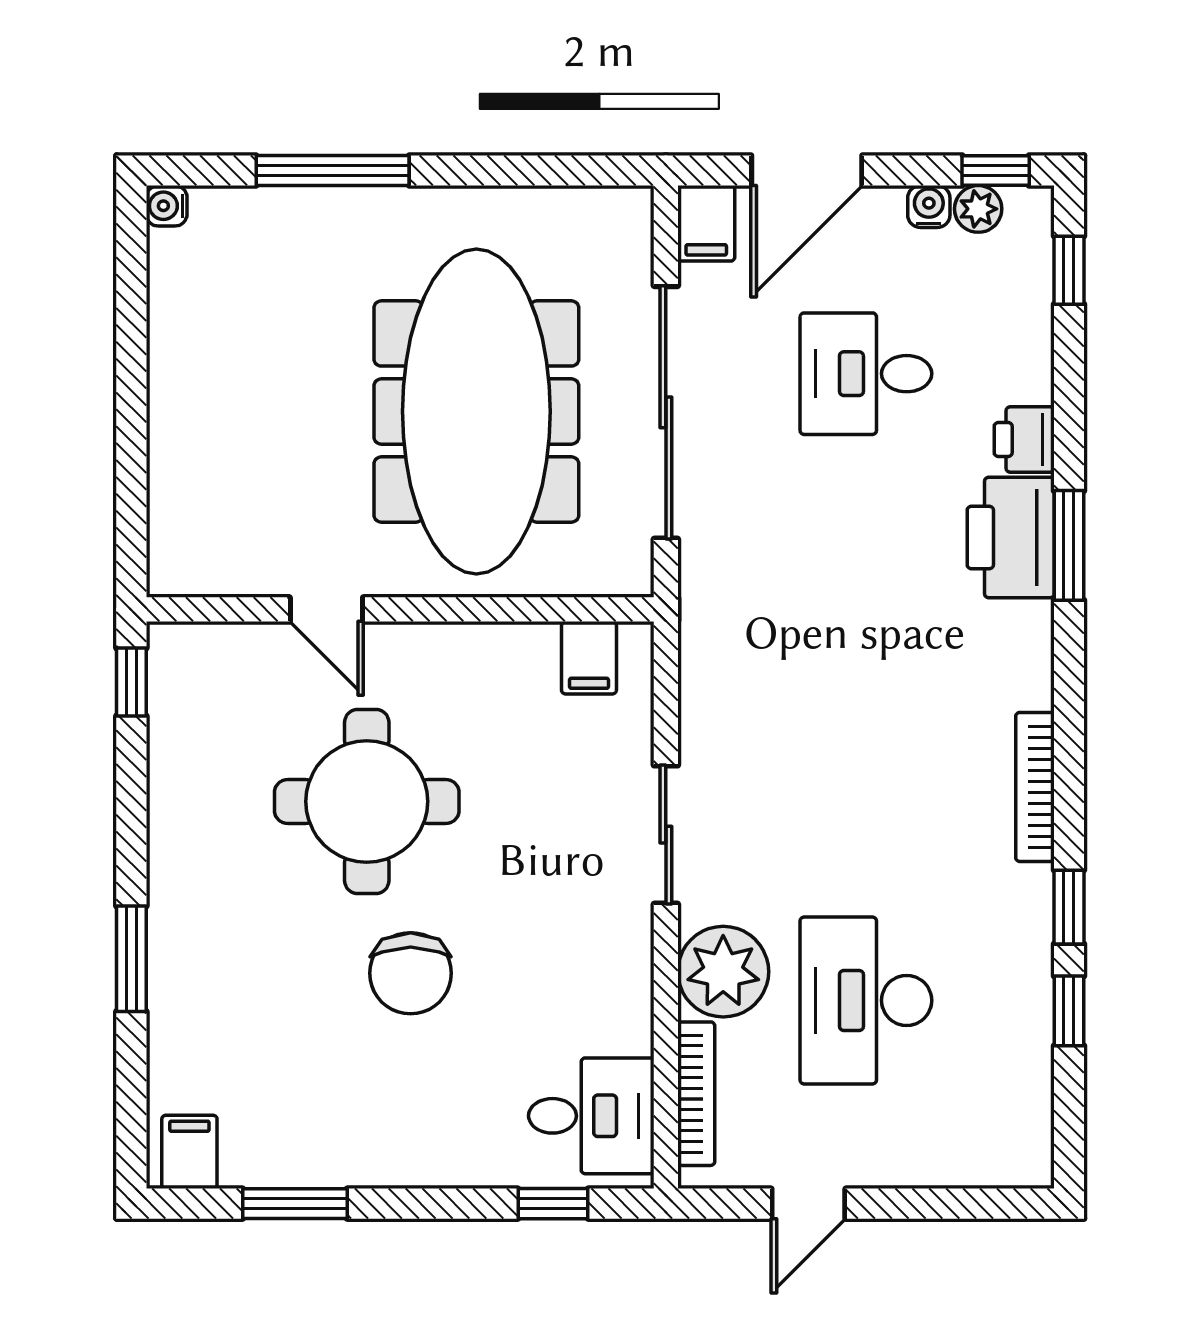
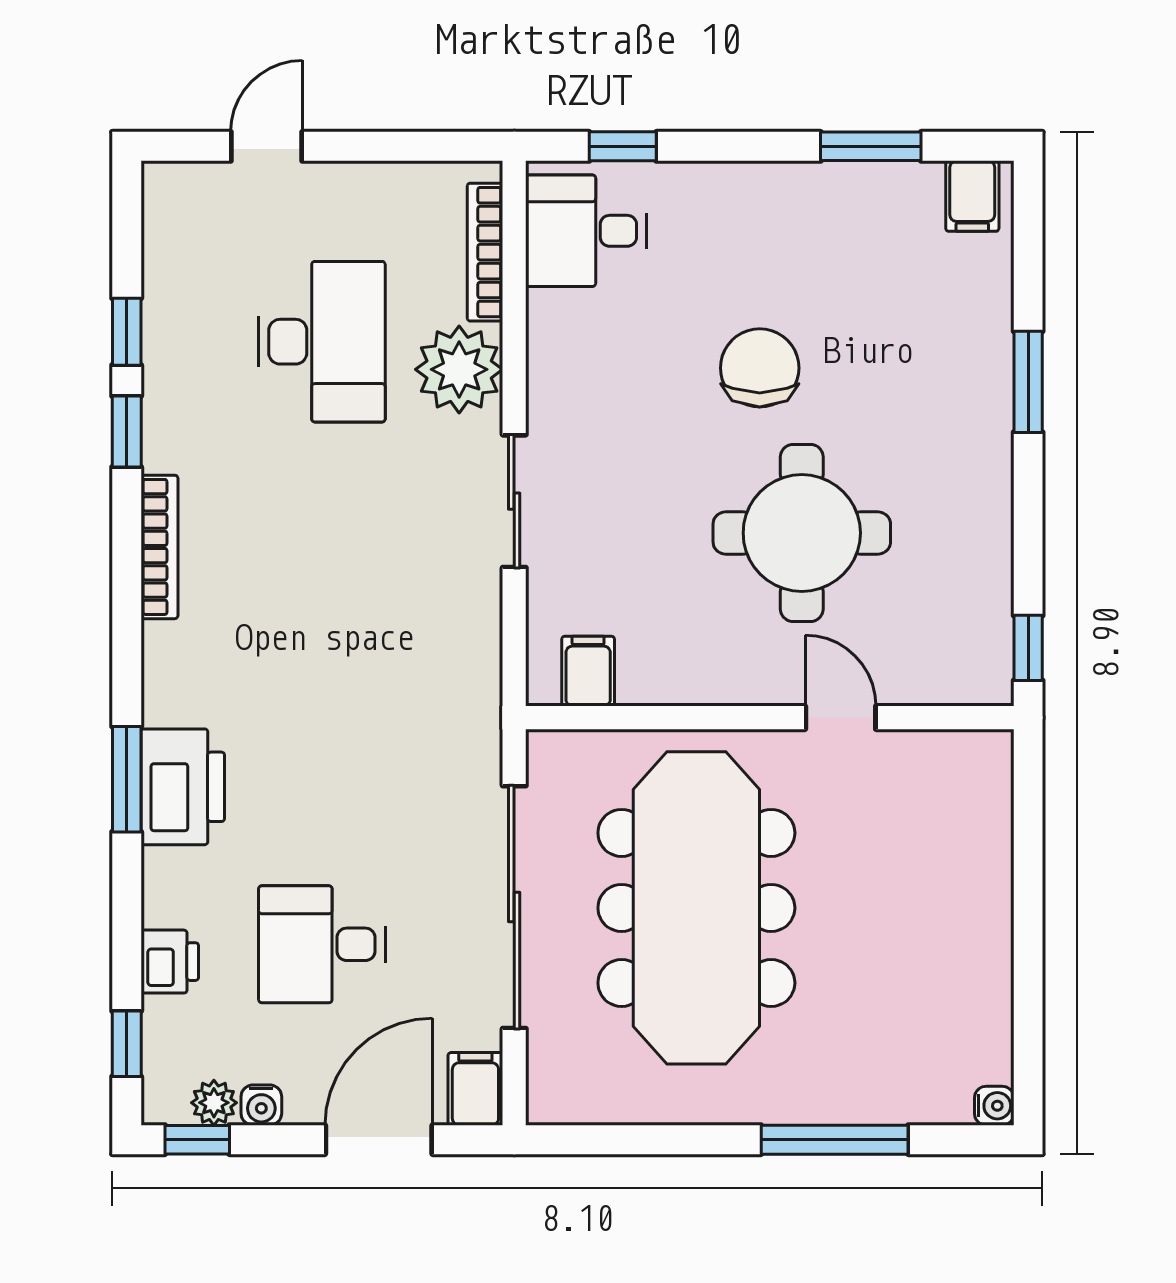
desk: (866, 374) -> (322, 944), turned 180
printer: (1024, 440) -> (170, 962), moved
door: (808, 1204) -> (267, 146), moved

